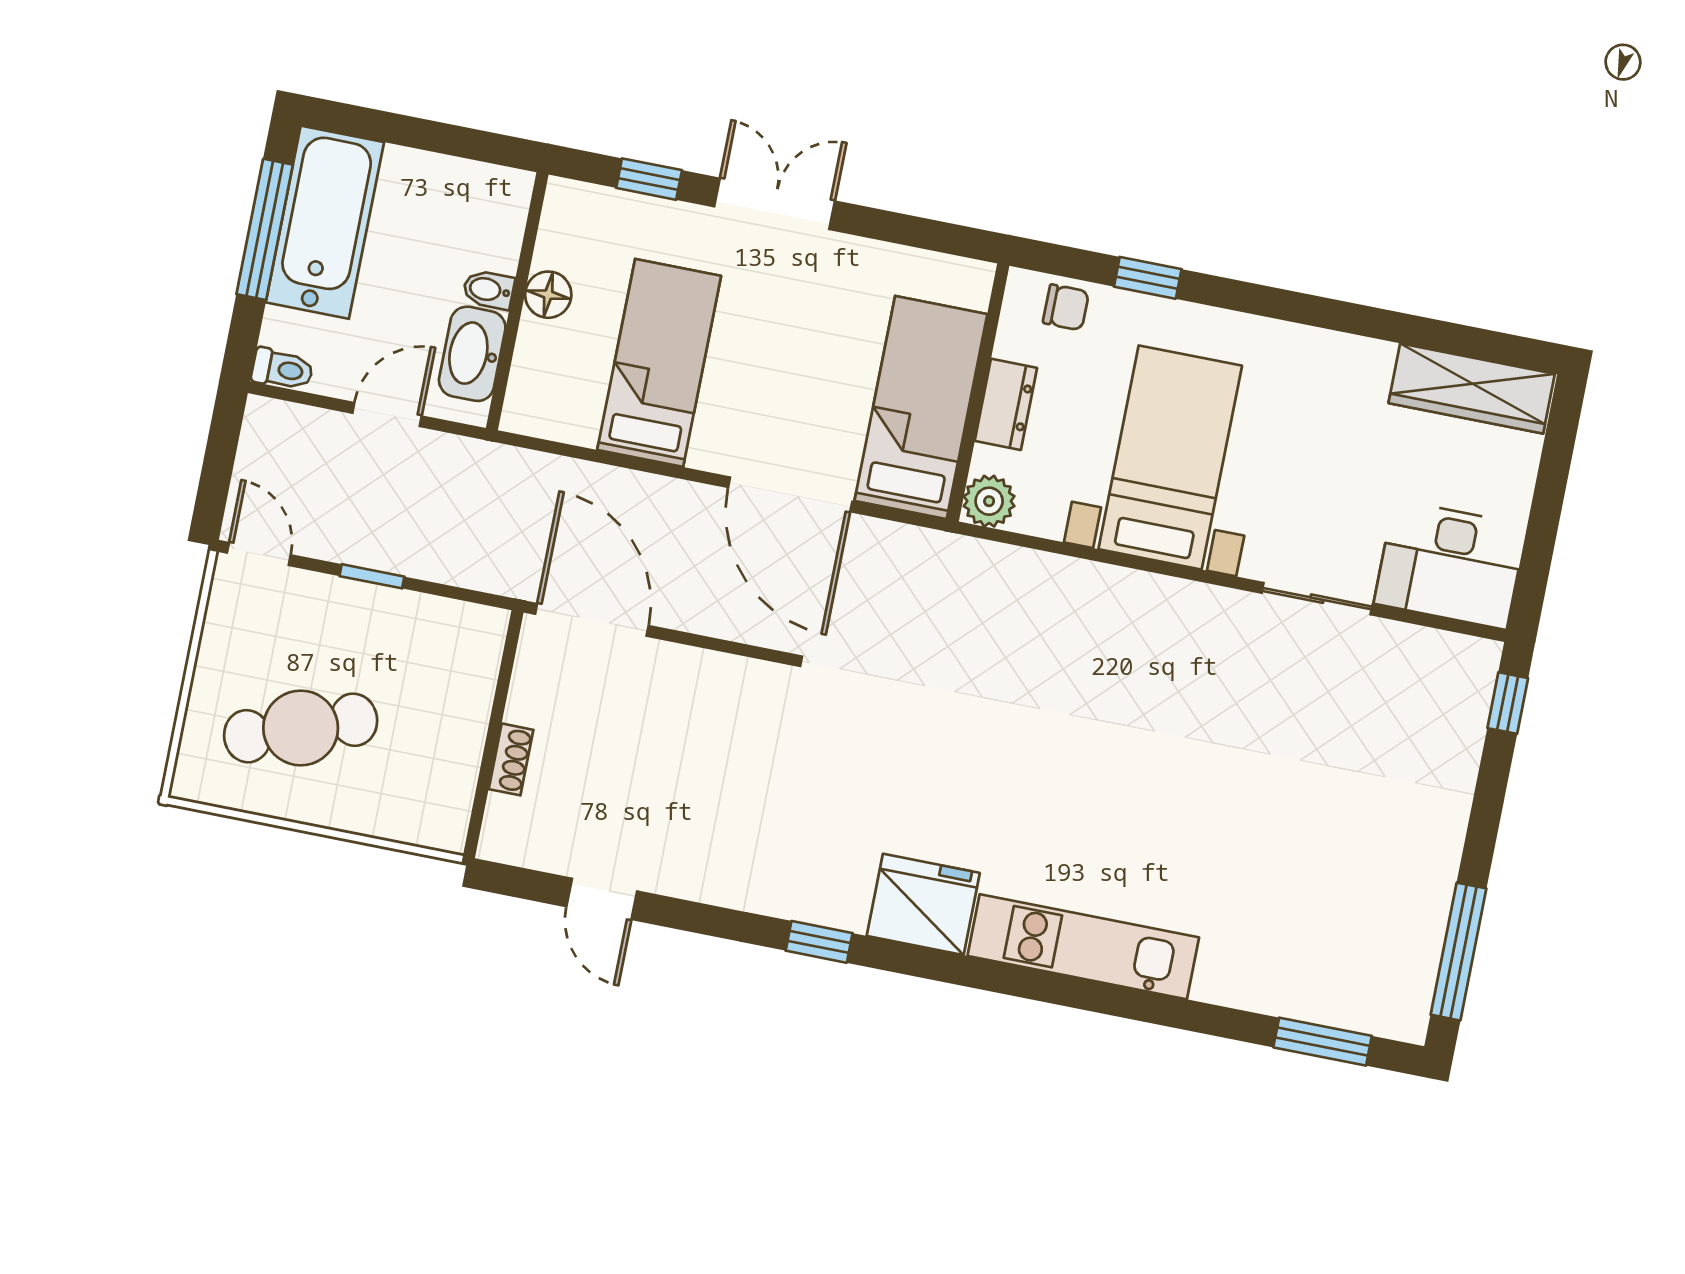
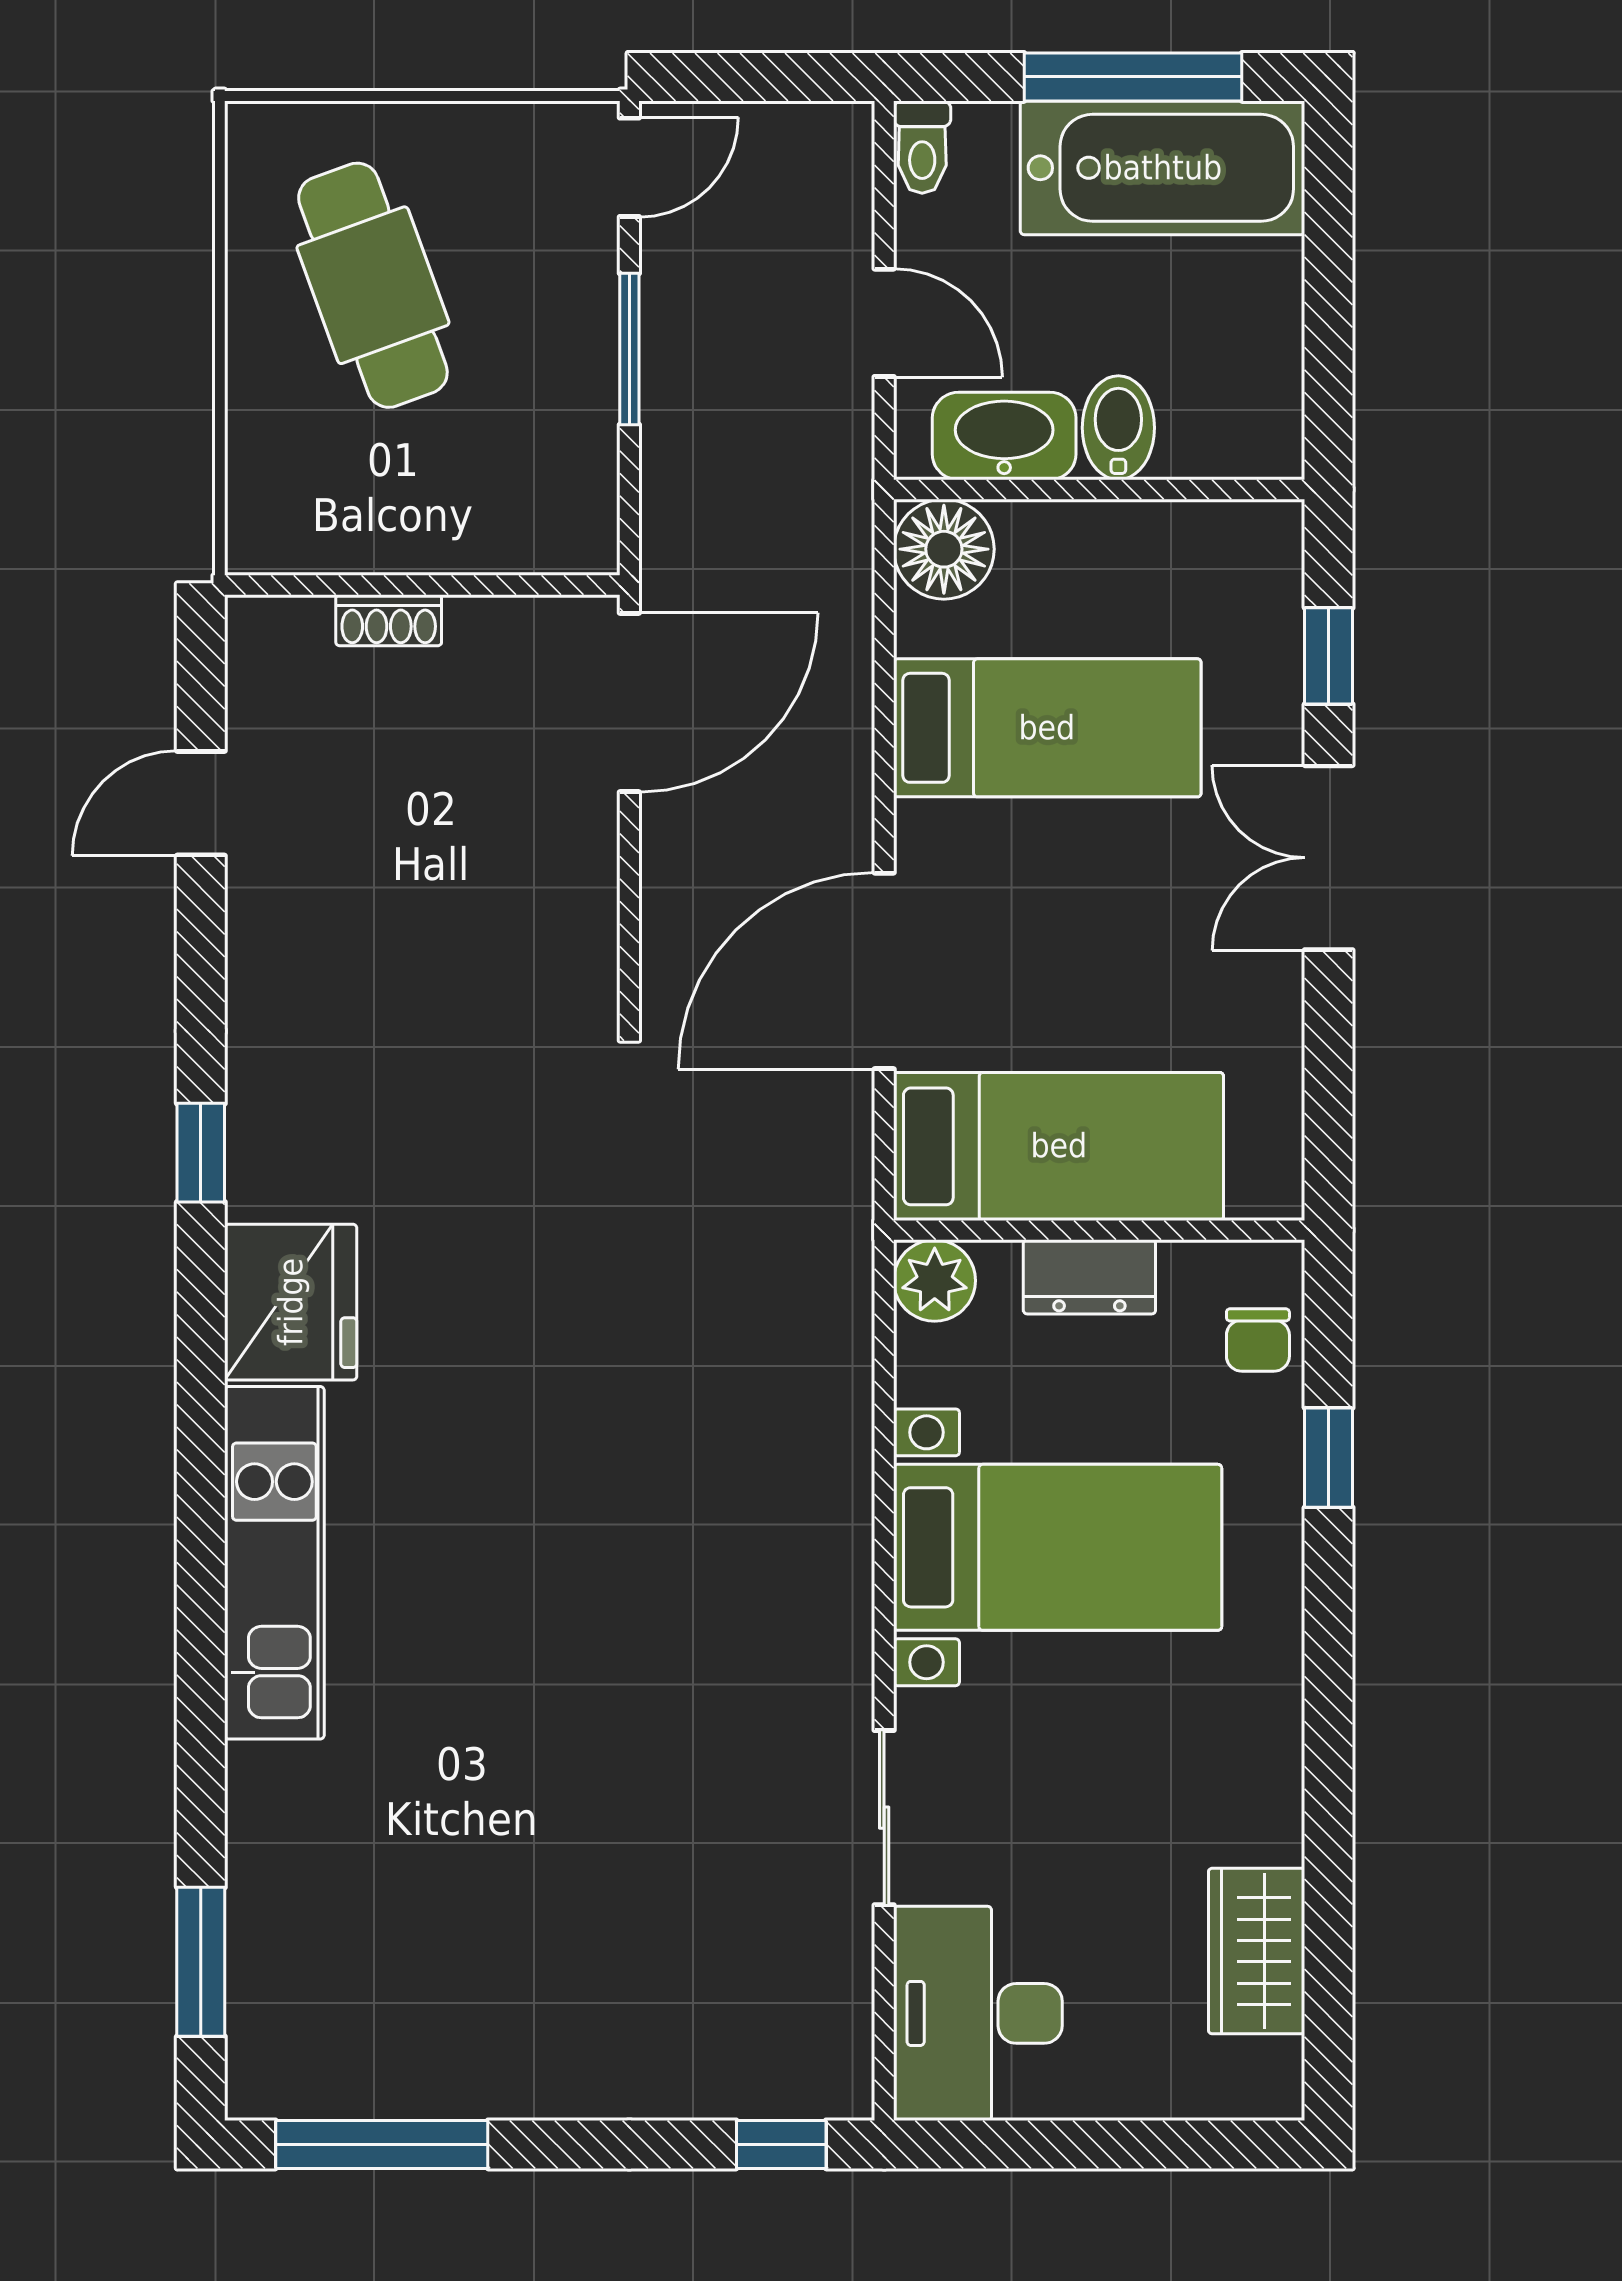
double door: (775, 204) -> (1329, 858), swing flipped
bidet: (489, 290) -> (1118, 428), width x1.38, depth x1.36
floor lamp: (548, 295) -> (944, 549), moved, width x1.38, depth x1.38
wardrobe: (1472, 388) -> (1257, 1951), width x0.67
window: (372, 576) -> (629, 349), width x1.50

